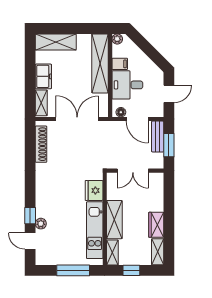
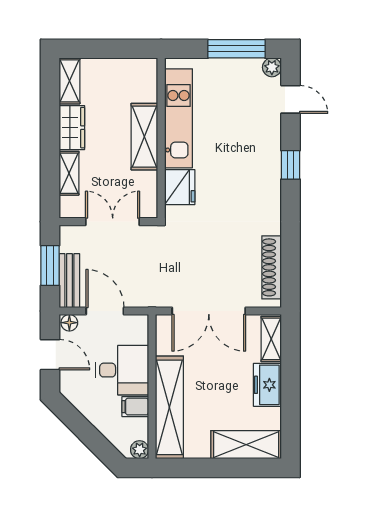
door: (169, 94) -> (50, 355), swing flipped
floor lamp: (121, 112) -> (69, 323), moved
window: (30, 216) -> (291, 165), moved
plant: (41, 224) -> (272, 67), moved
shelving: (112, 252) -> (69, 173), moved
window: (73, 270) -> (236, 49), moved
window: (131, 270) -> (115, 49), removed

